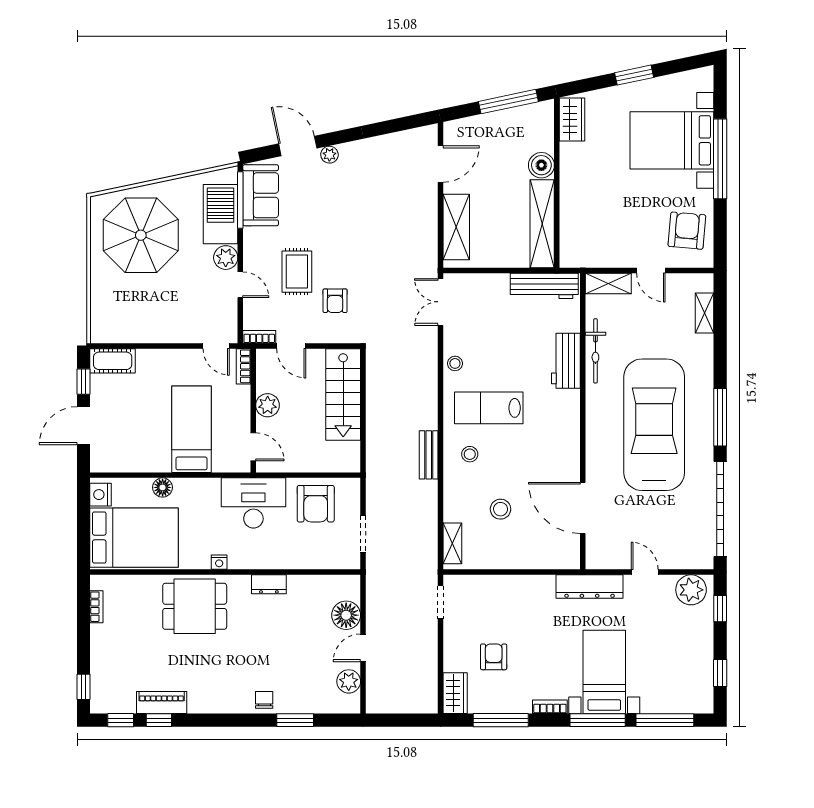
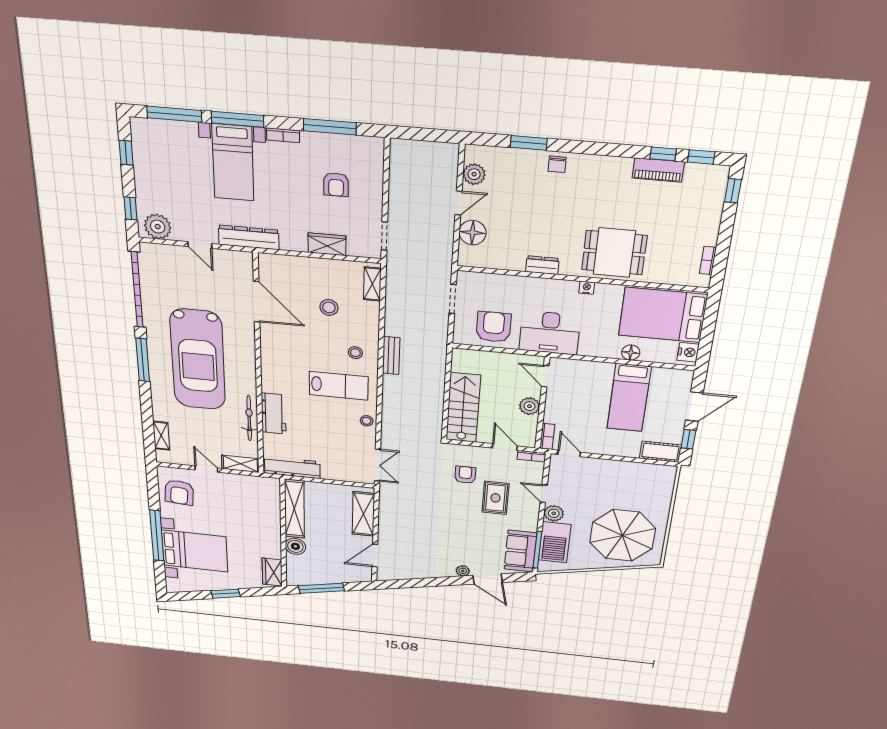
bed: (191, 429) -> (629, 398), moved
wardrobe: (455, 693) -> (327, 244), moved, turned 90

